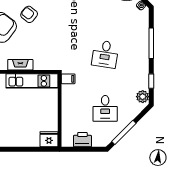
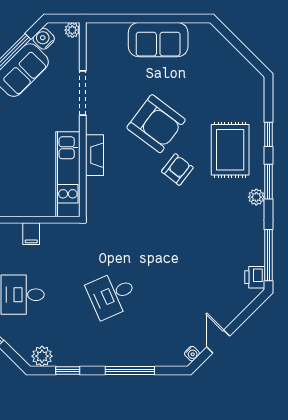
desk: (105, 54) -> (112, 295), turned -33
filing cabinet: (68, 79) -> (31, 234), moved

